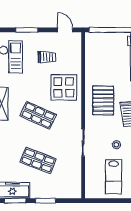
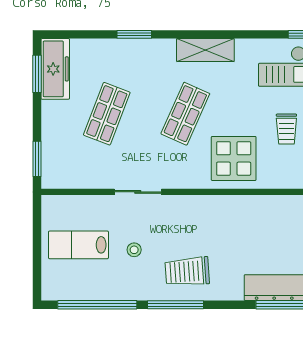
pallet: (103, 100) -> (211, 227), removed
window: (45, 201) -> (37, 159), moved

